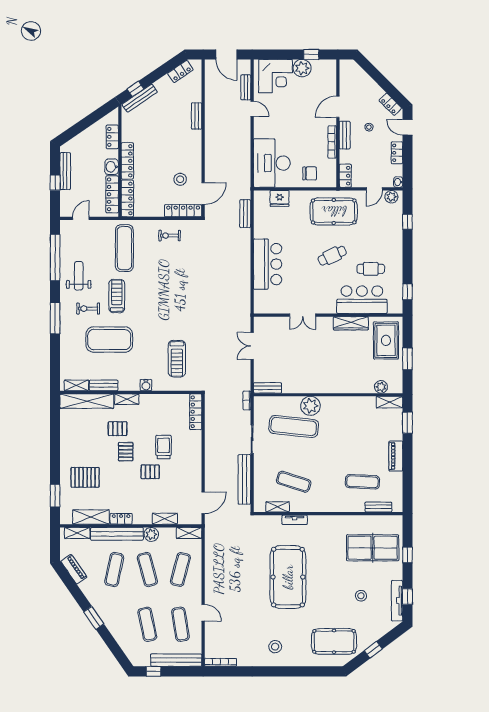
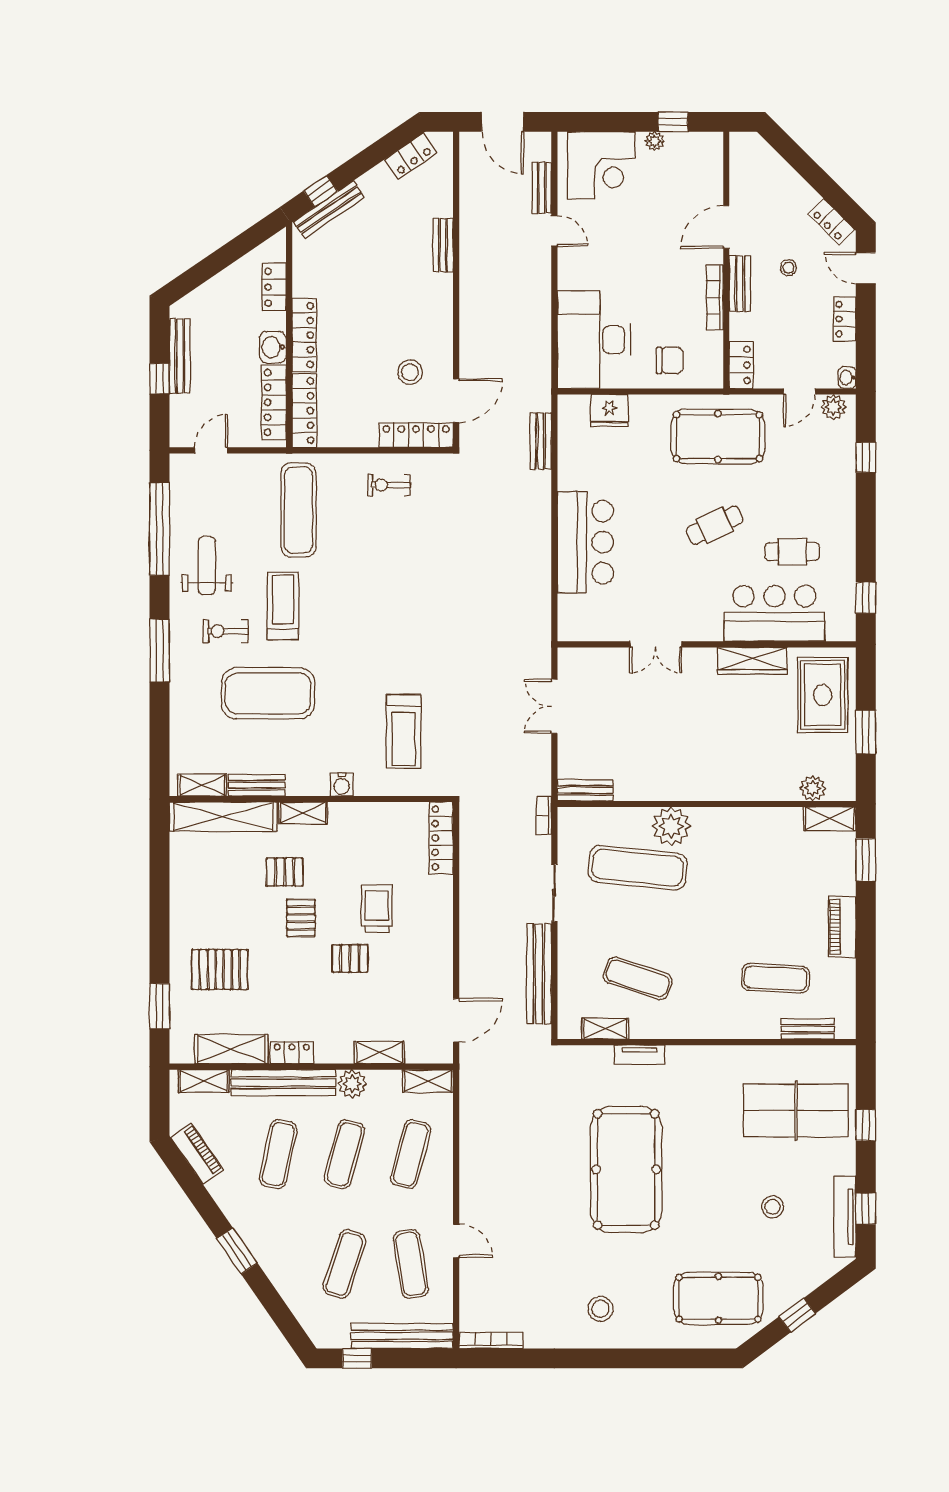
plant: (302, 68) -> (655, 141), width x0.53, depth x0.53
exercise mat: (147, 569) -> (344, 1154), turned 30
exercise mat: (147, 624) -> (344, 1264), turned 30

